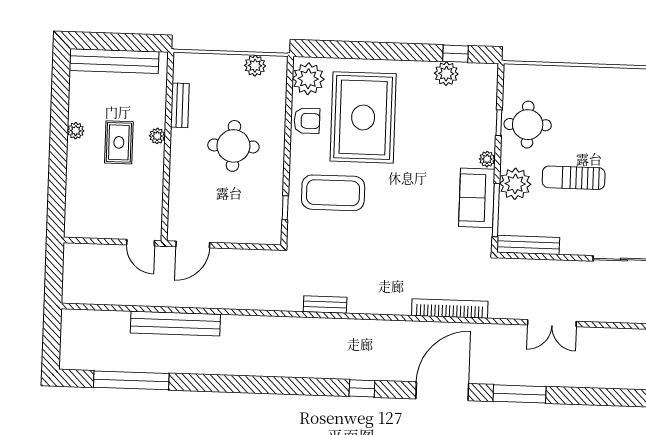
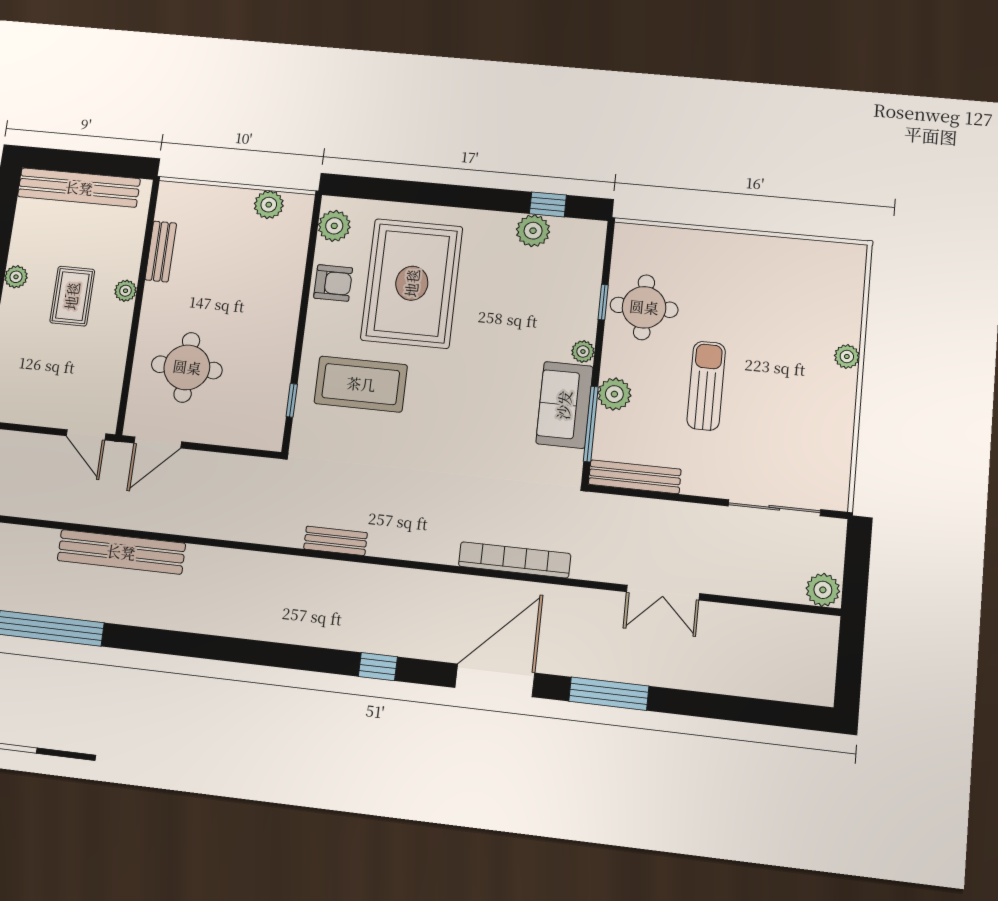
plant: (308, 79) -> (334, 226), width x0.73, depth x0.73
round table: (233, 146) -> (187, 367), moved
sun lounger: (574, 178) -> (706, 386), turned 90
plant: (515, 184) -> (614, 394), width x0.73, depth x0.73

